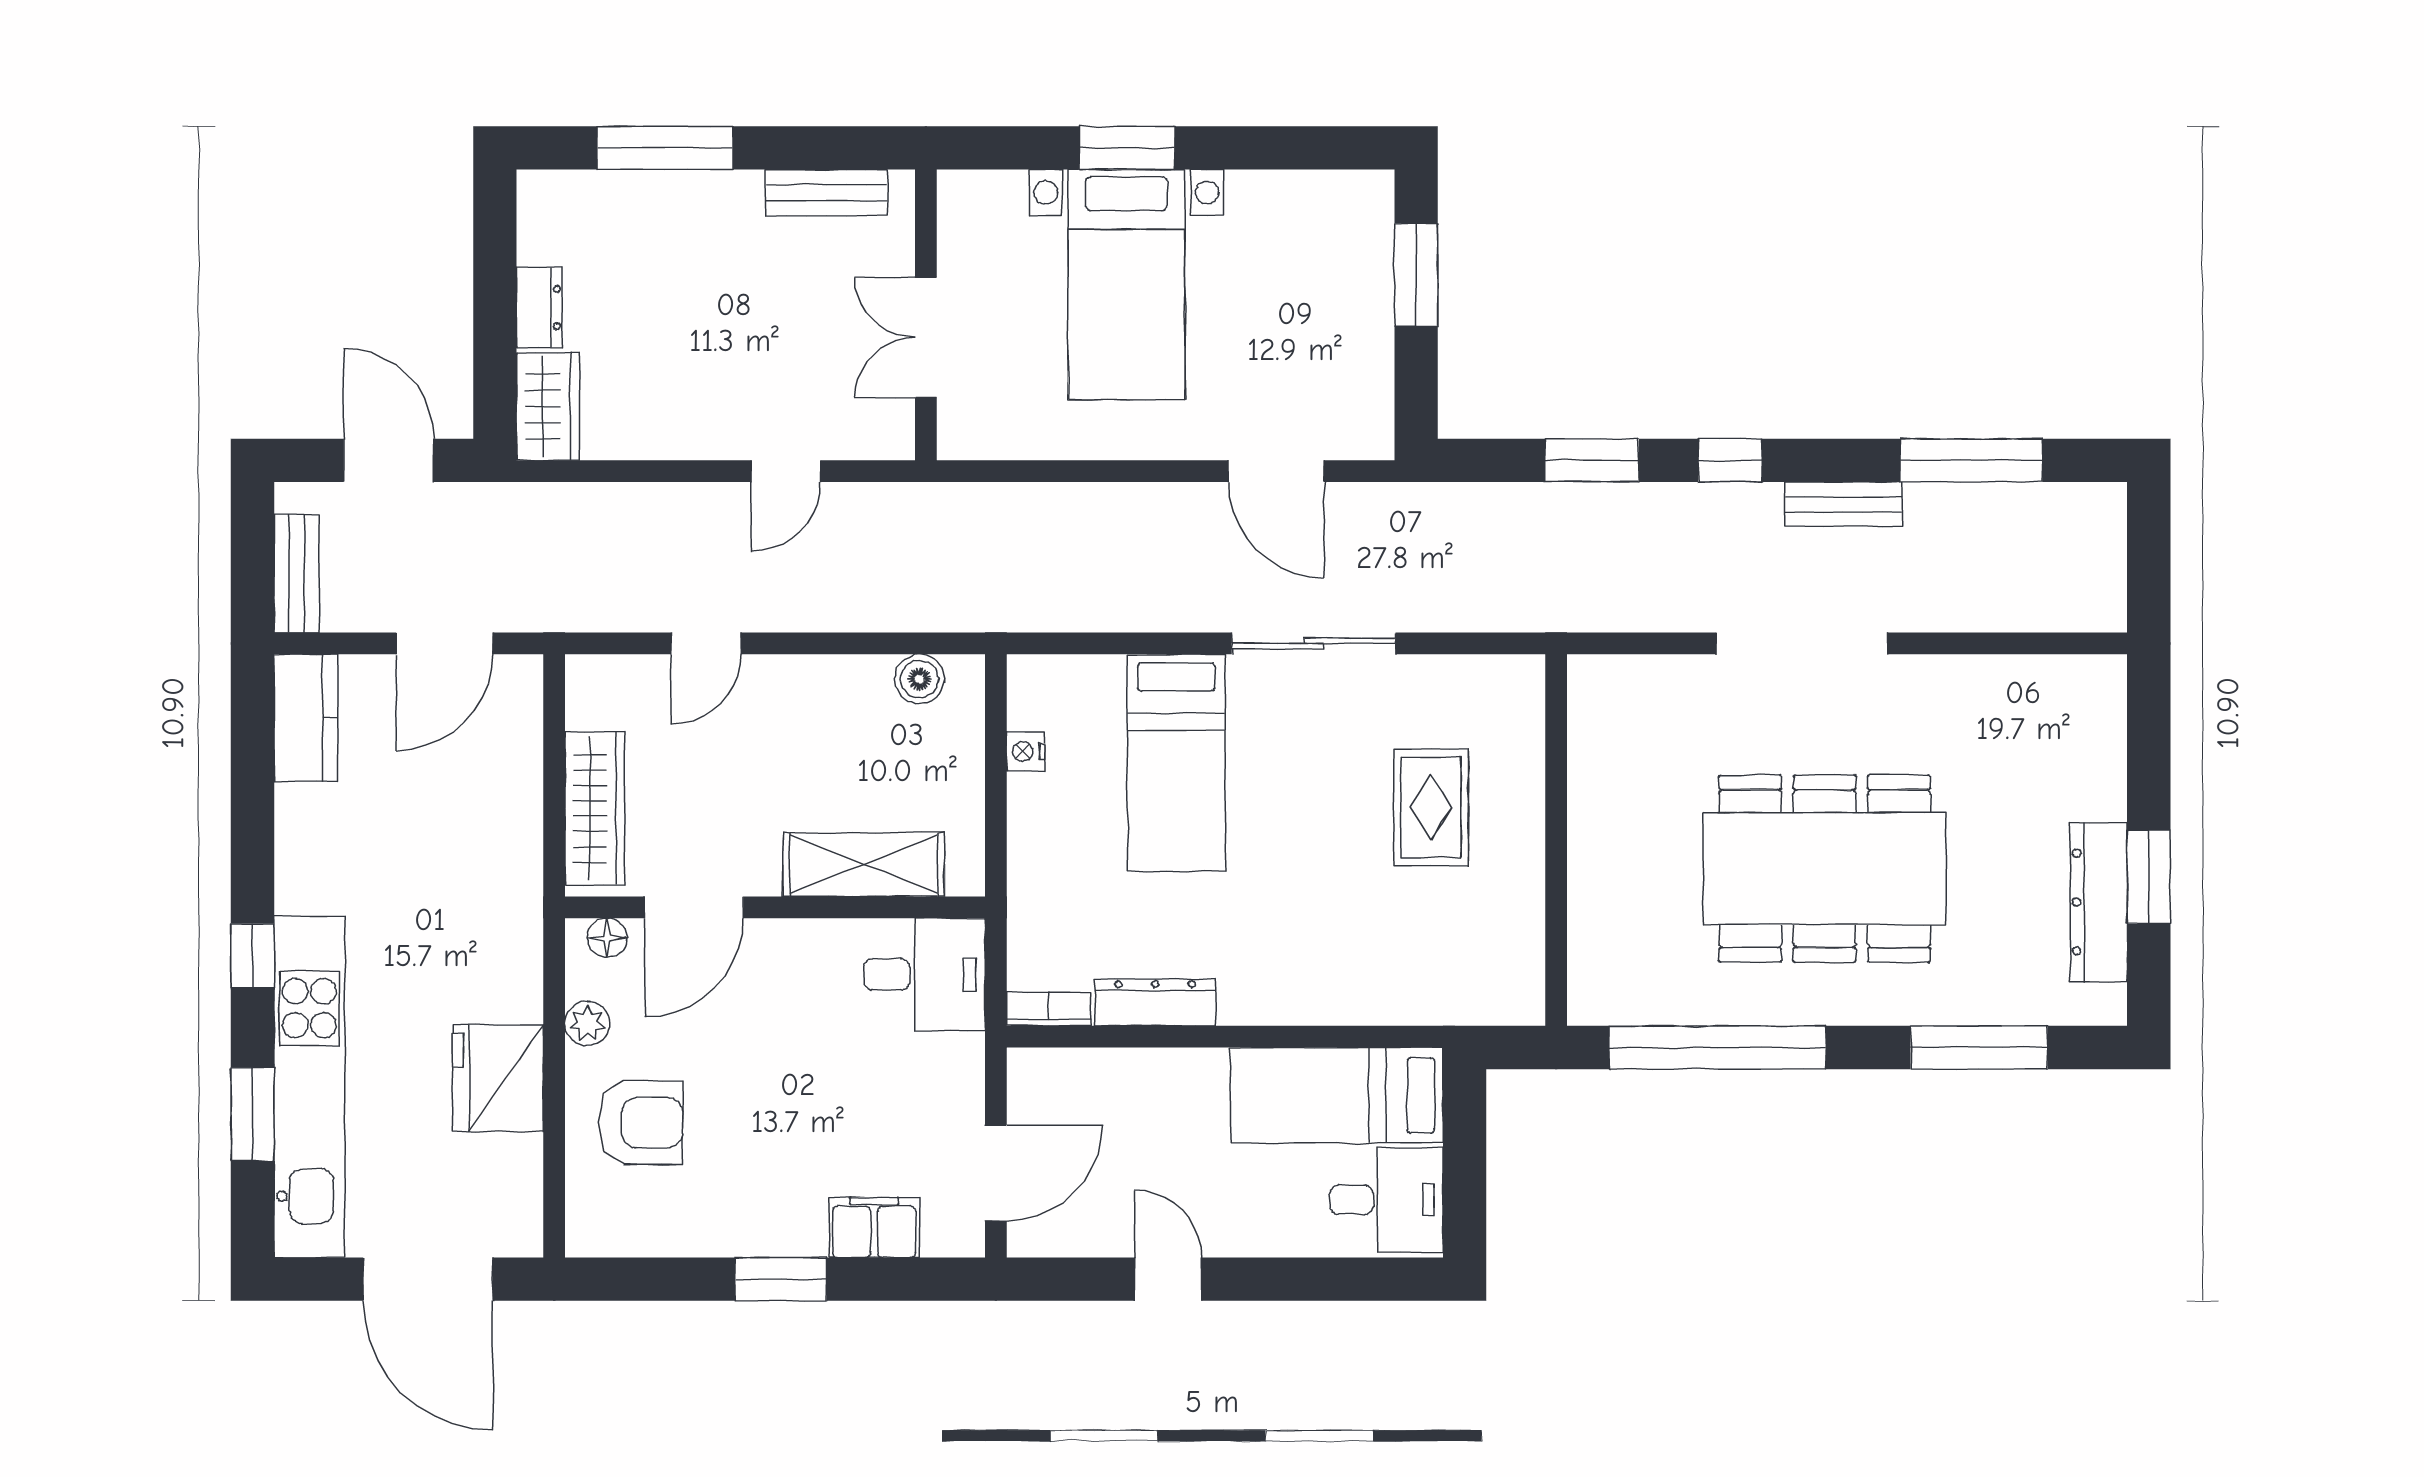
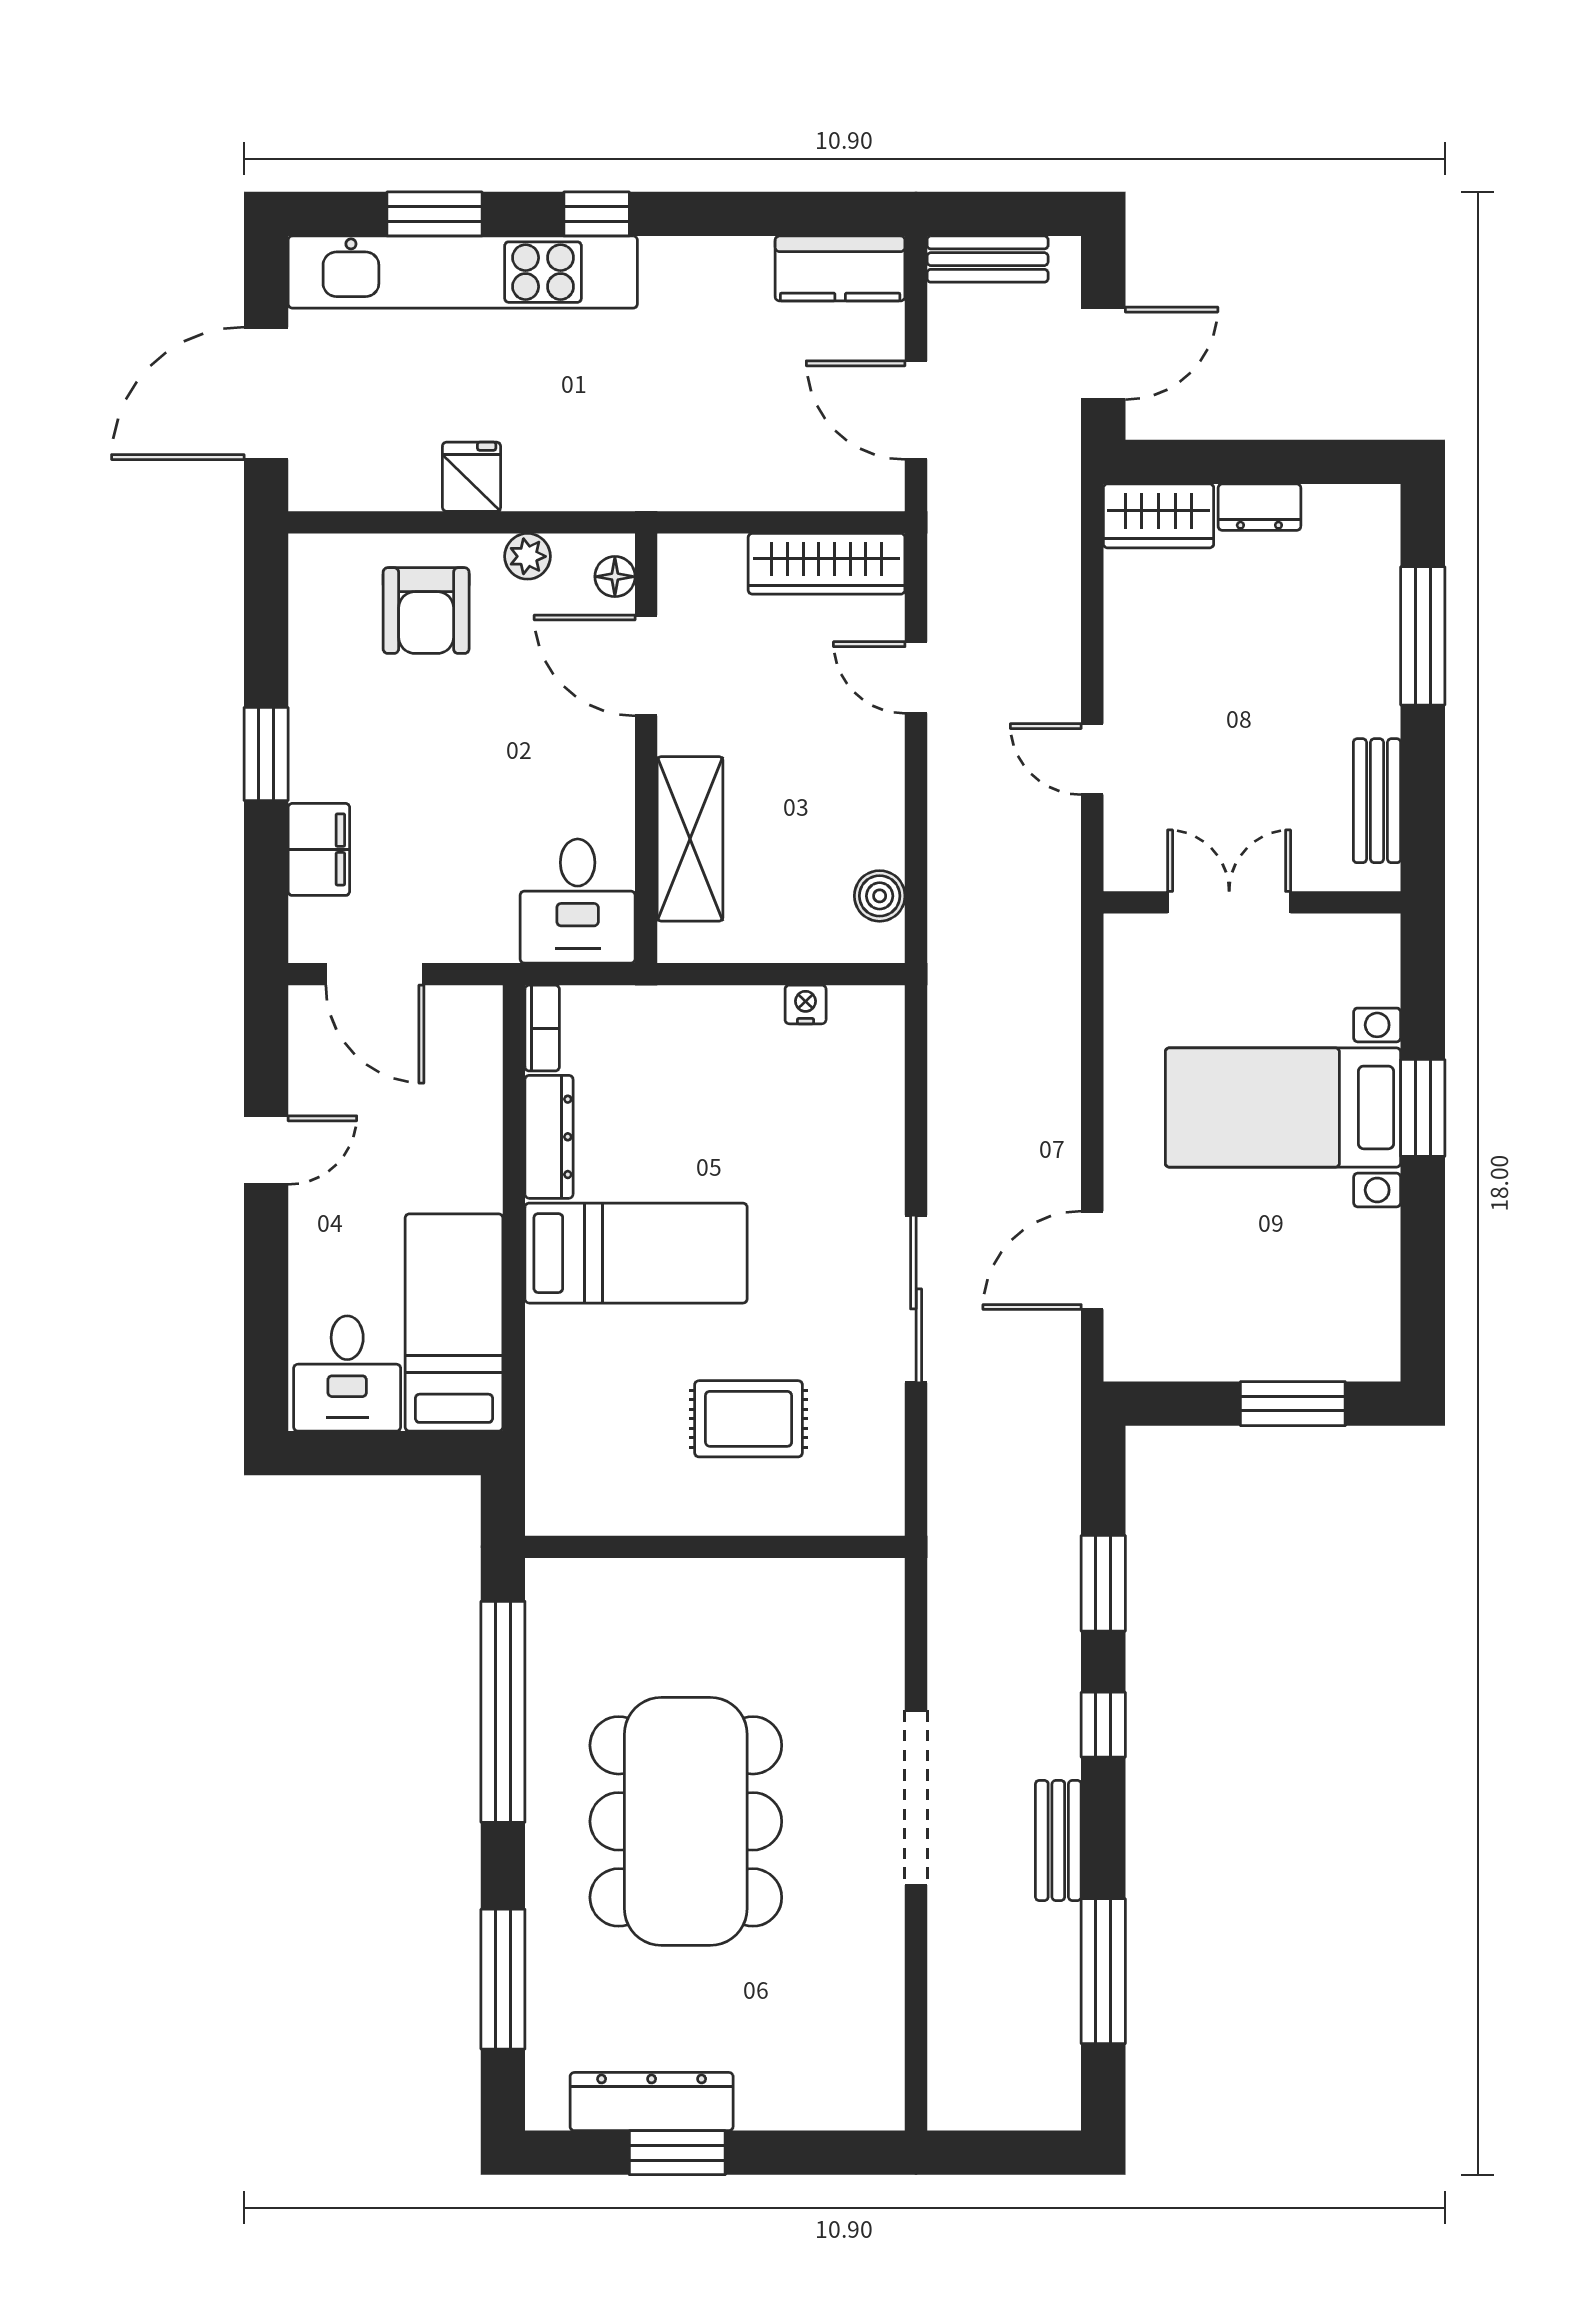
bed: (1176, 763) -> (636, 1253), moved, turned 180
wardrobe: (595, 808) -> (827, 564), moved
fridge: (498, 1078) -> (472, 477), width x0.53, depth x0.75

